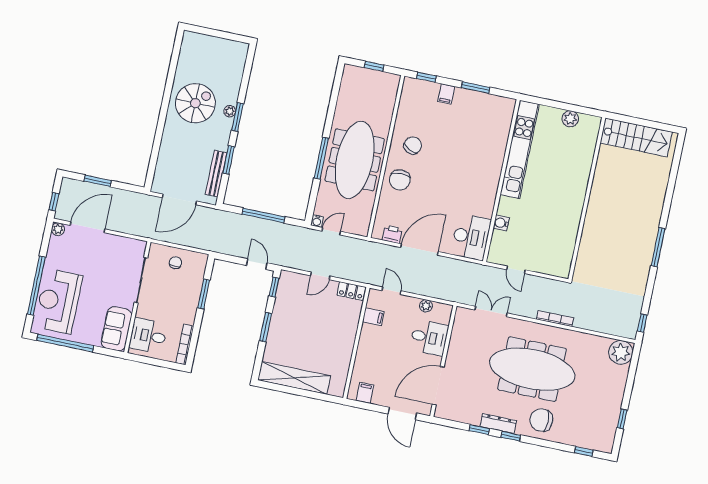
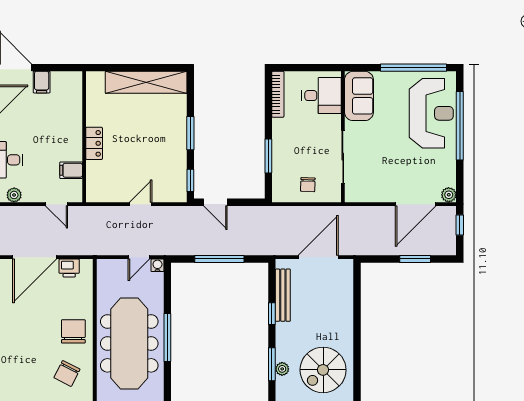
window: (229, 160) -> (272, 314), width x0.67
locker: (351, 291) -> (94, 143), moved, turned 90
filing cabinet: (365, 393) -> (42, 82), moved

